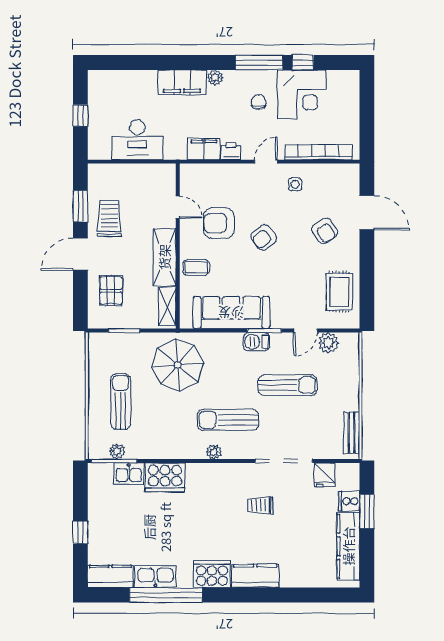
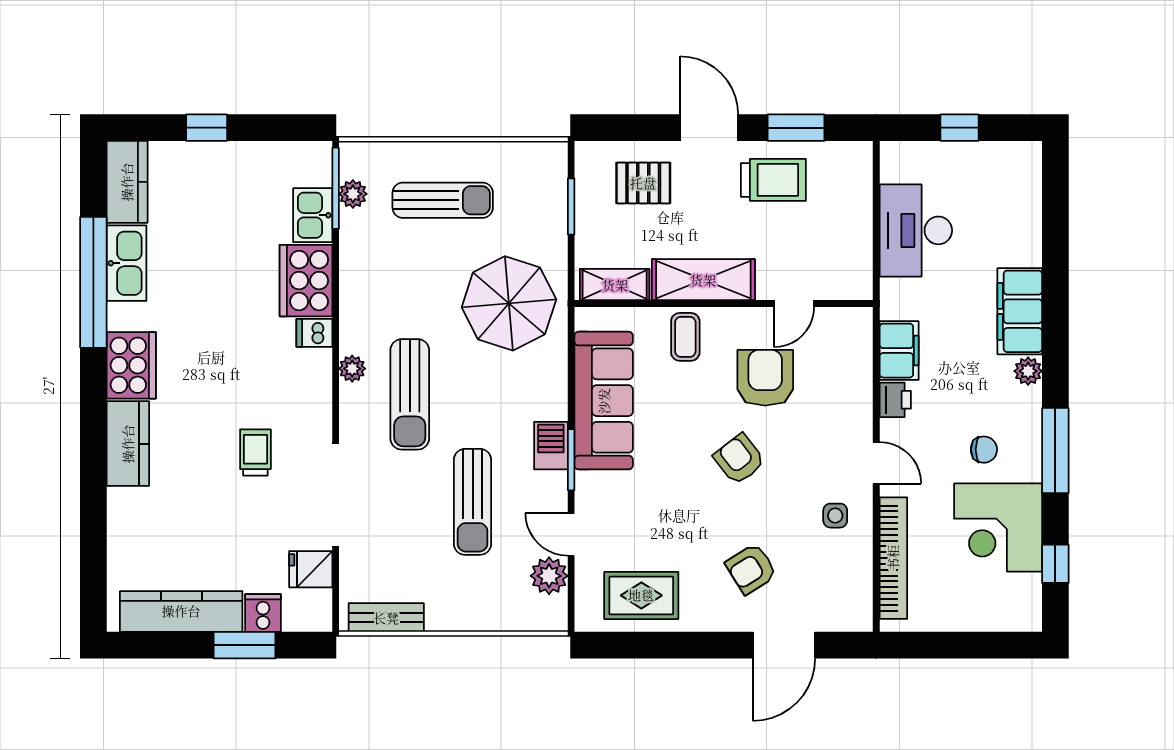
window: (303, 62) -> (1055, 564), moved
sun lounger: (228, 420) -> (410, 394), turned 180
dishwasher: (194, 473) -> (314, 333), added

